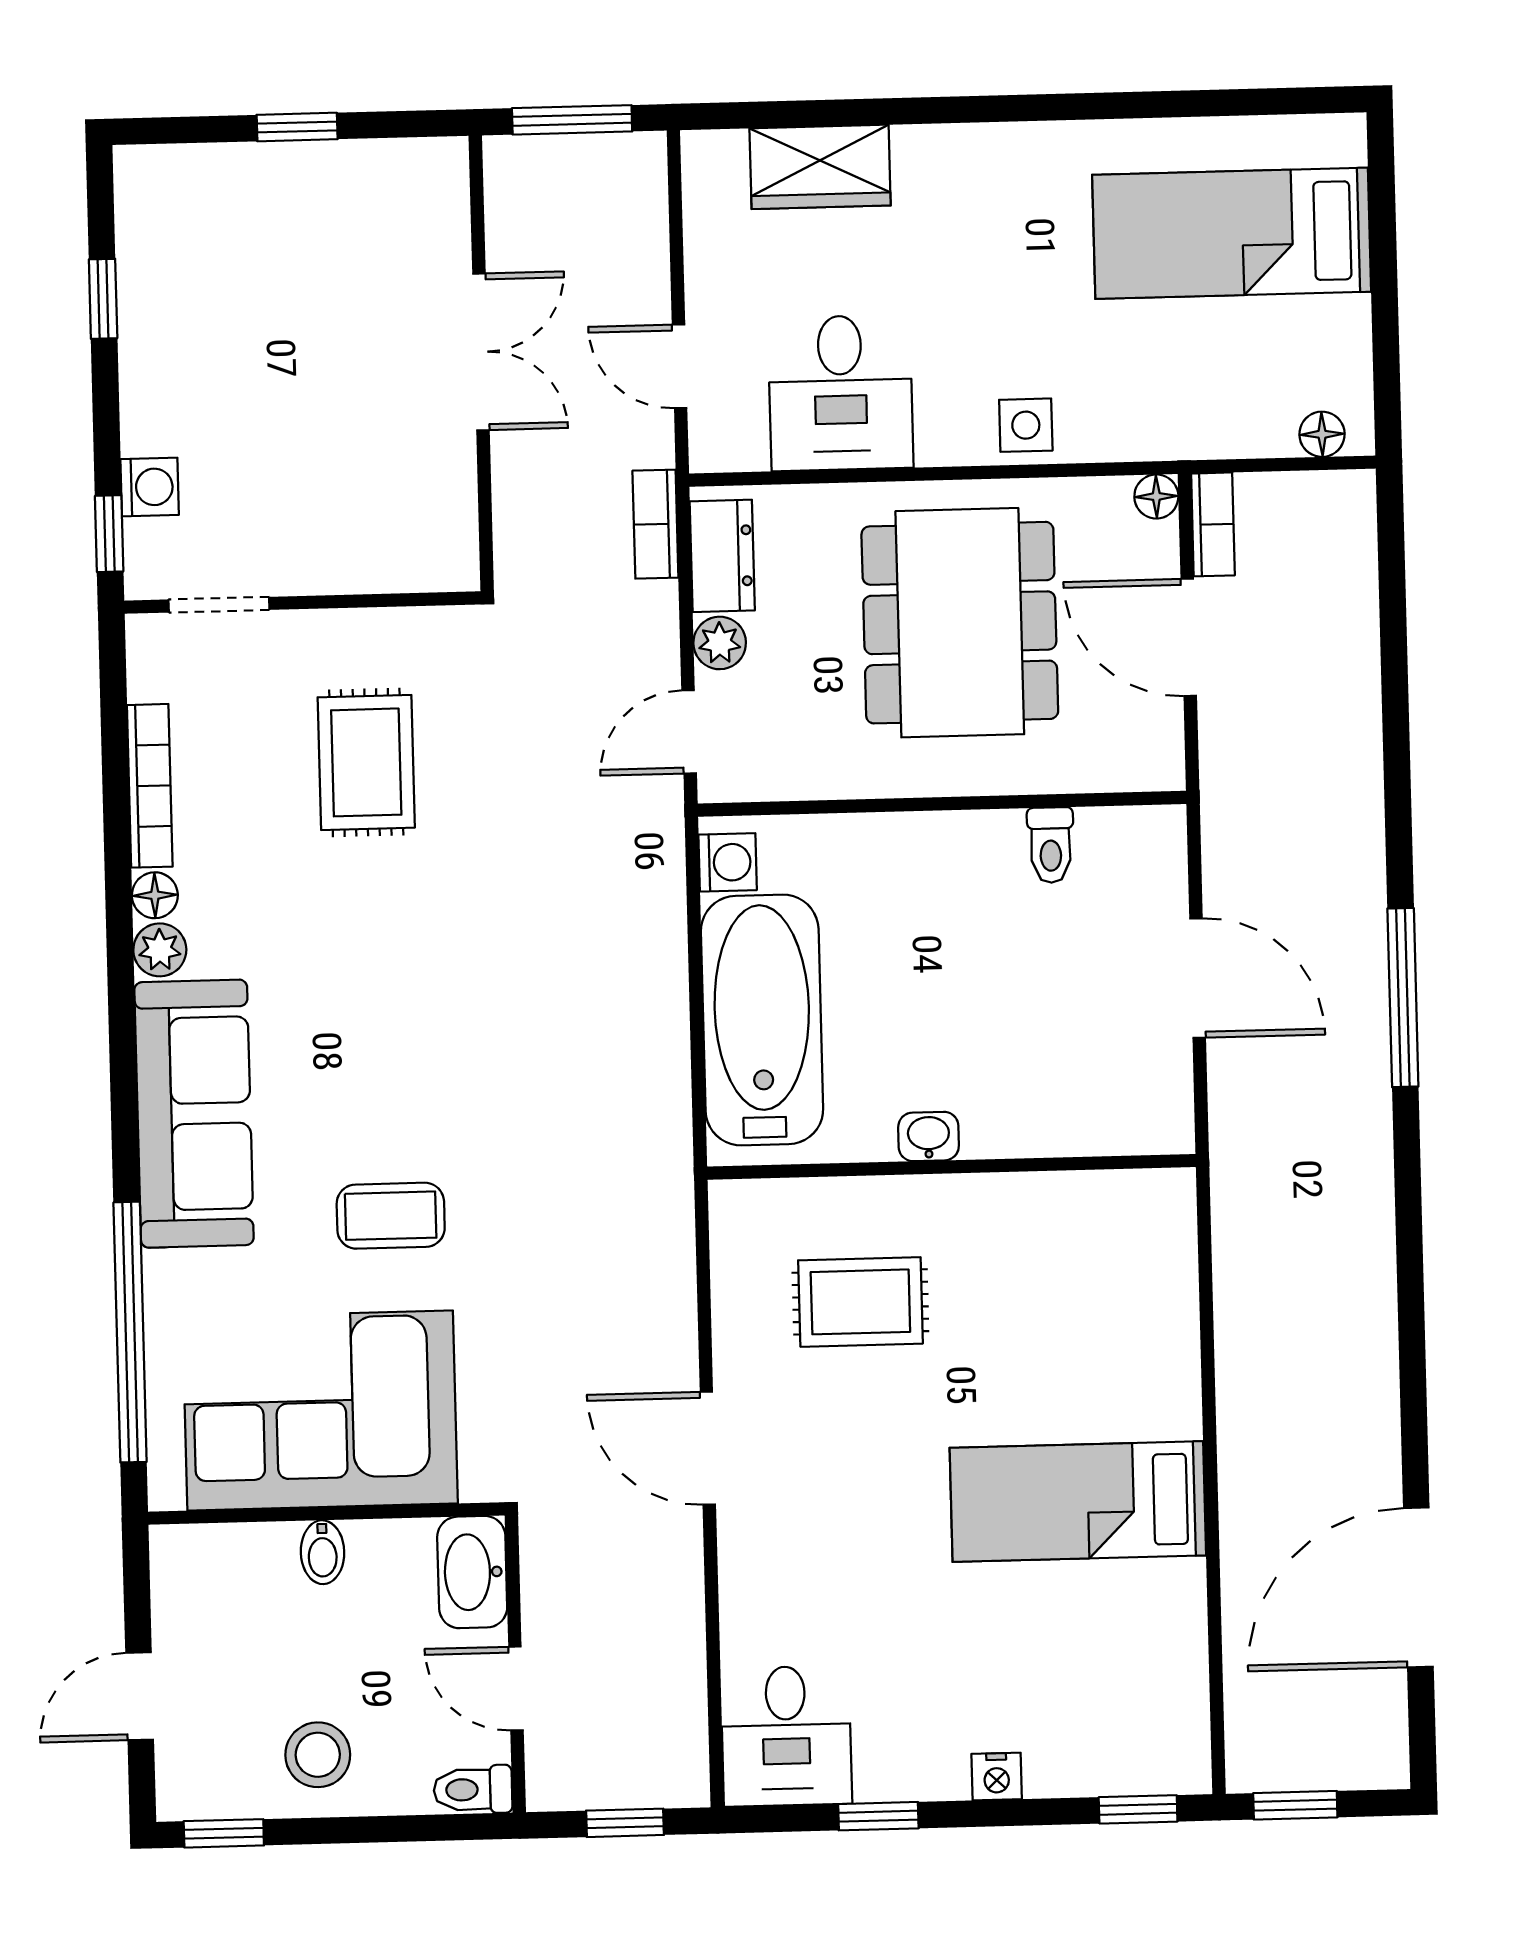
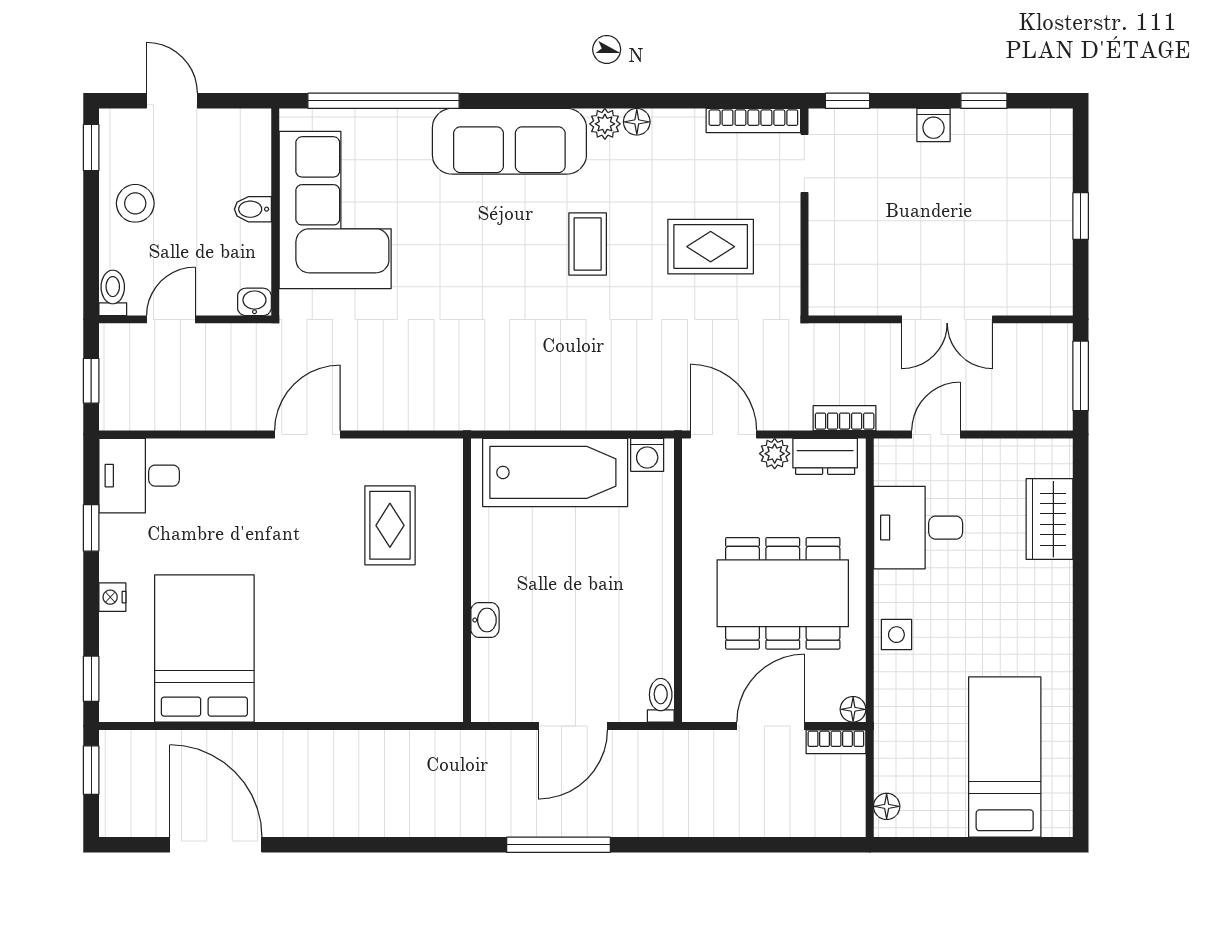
washing machine: (150, 487) -> (933, 125), moved
door: (689, 732) -> (724, 434), width x1.38
bookcase: (150, 786) -> (753, 121), moved
toilet: (1051, 845) -> (661, 700), moved, turned 90
washbasin: (929, 1137) -> (485, 620), moved
coffee table: (391, 1216) -> (588, 244), moved
bed: (1078, 1502) -> (204, 648), moved, width x1.50
washbasin: (472, 1572) -> (254, 302), width x0.52, depth x0.69

